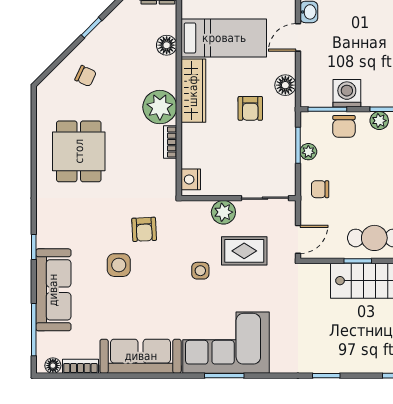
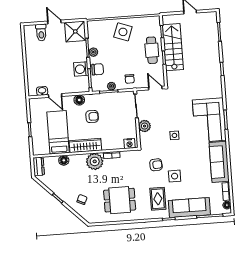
rug: (244, 251) -> (158, 199), moved

